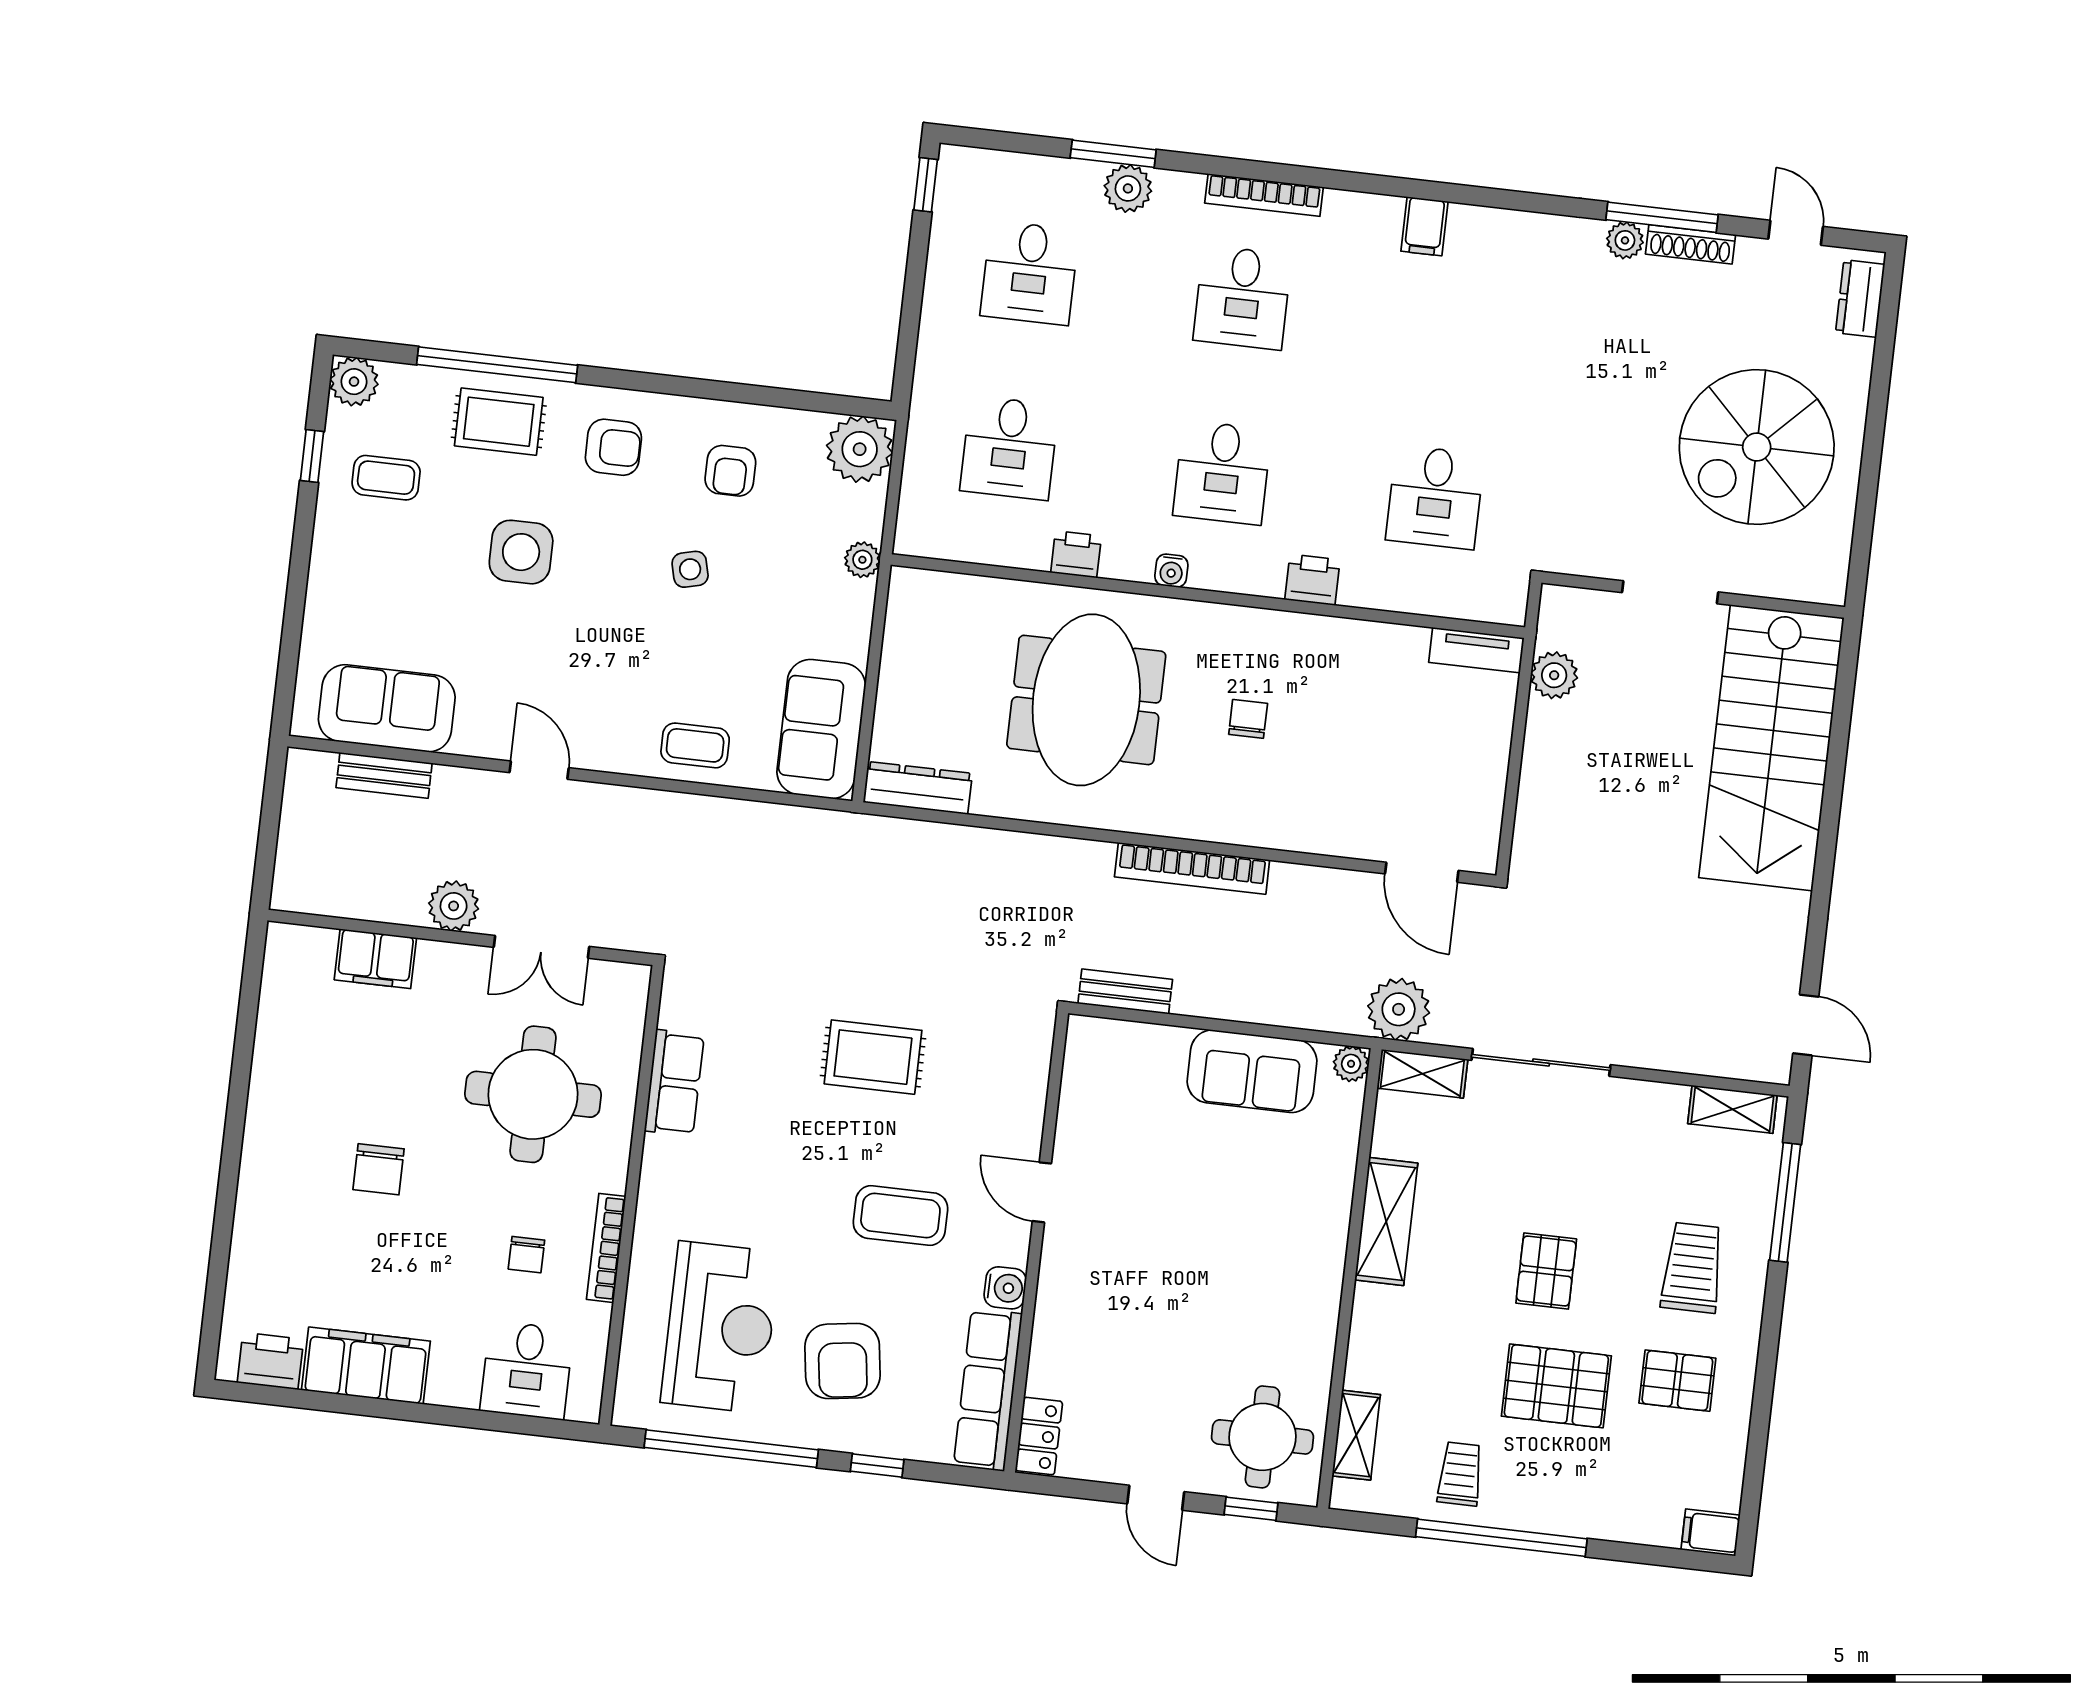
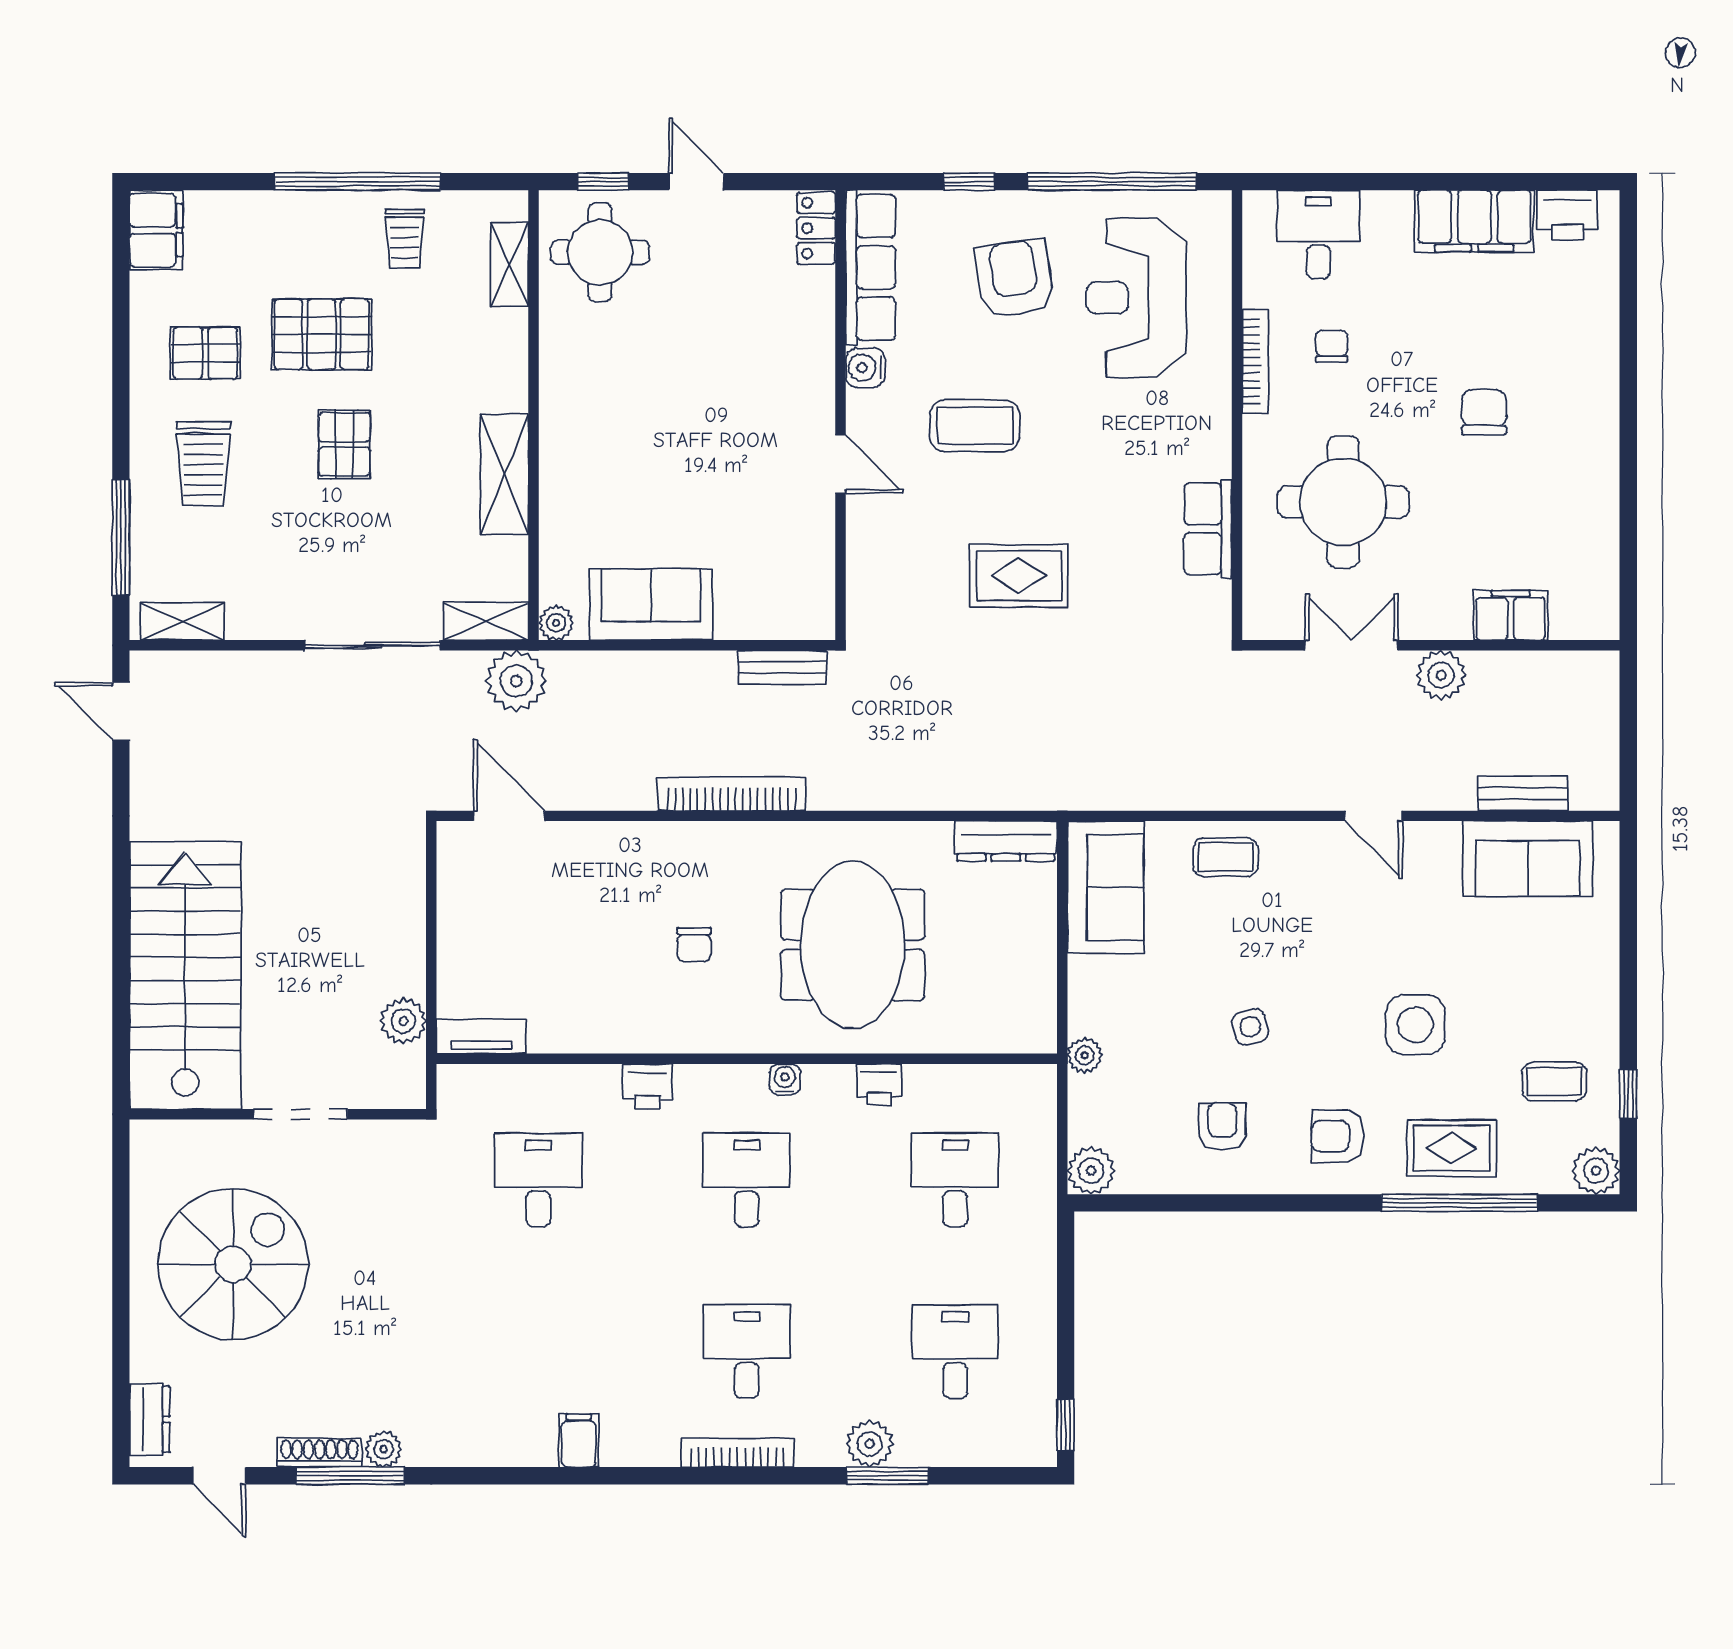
plant: (860, 449) -> (1091, 1171), width x0.73, depth x0.73
filing cabinet: (1711, 1532) -> (156, 230), width x2.00

